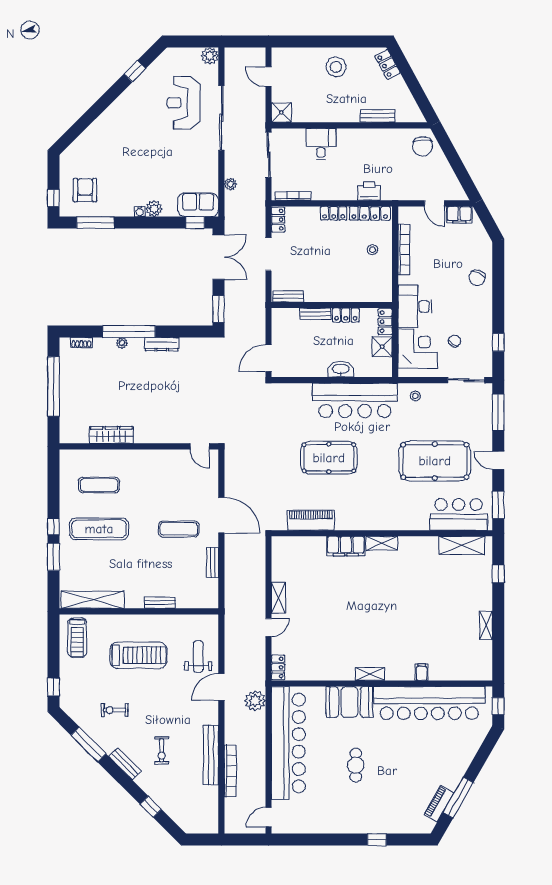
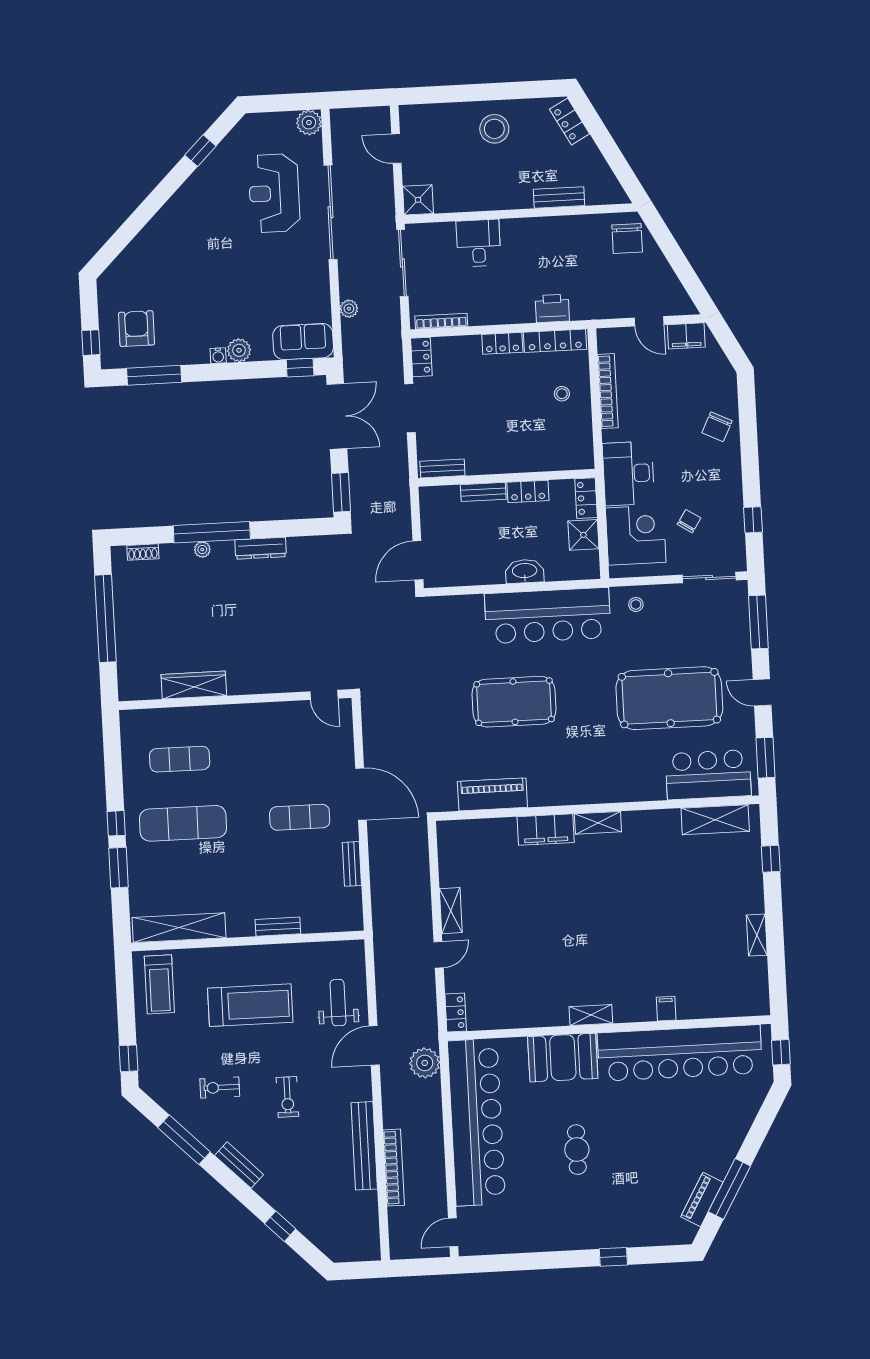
exercise bike: (162, 750) -> (287, 1097), moved

